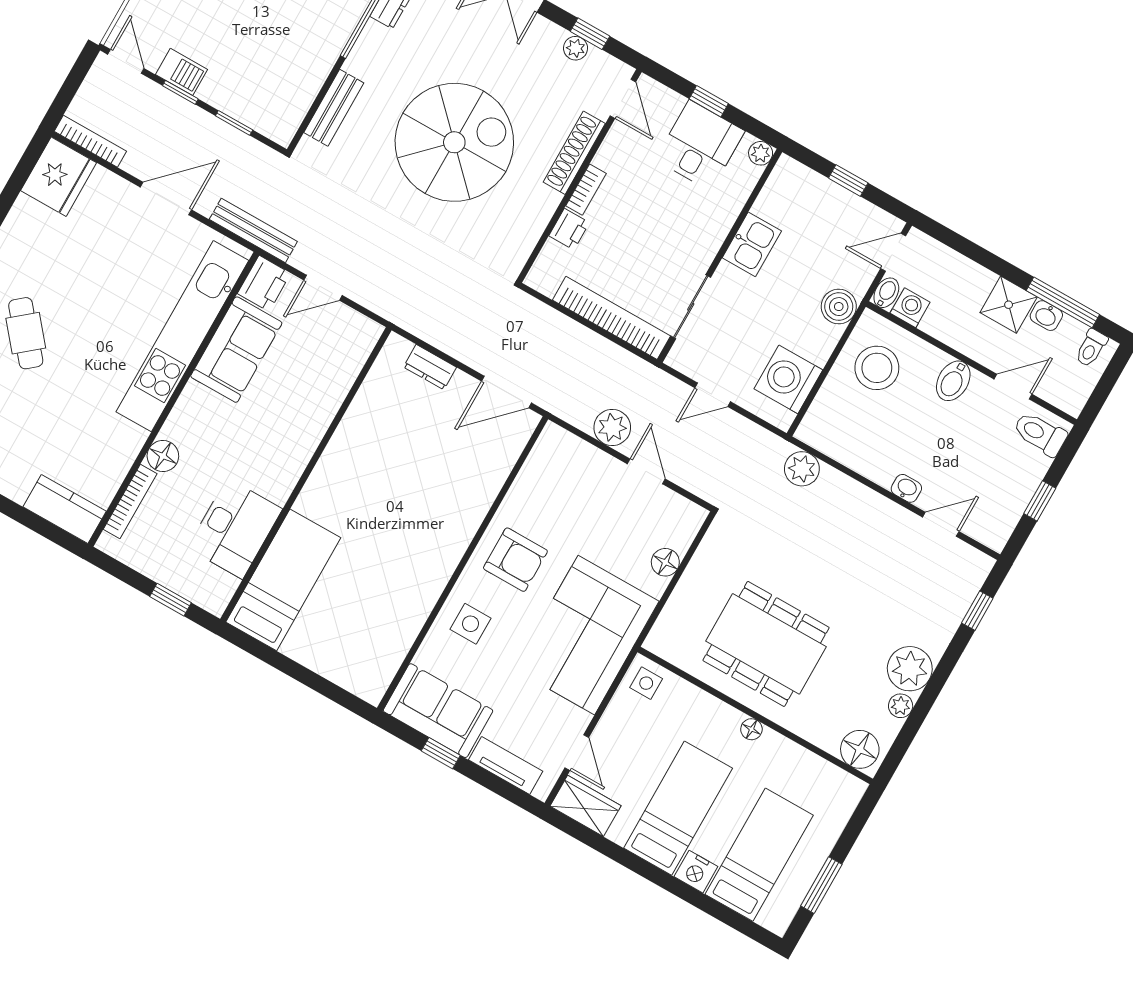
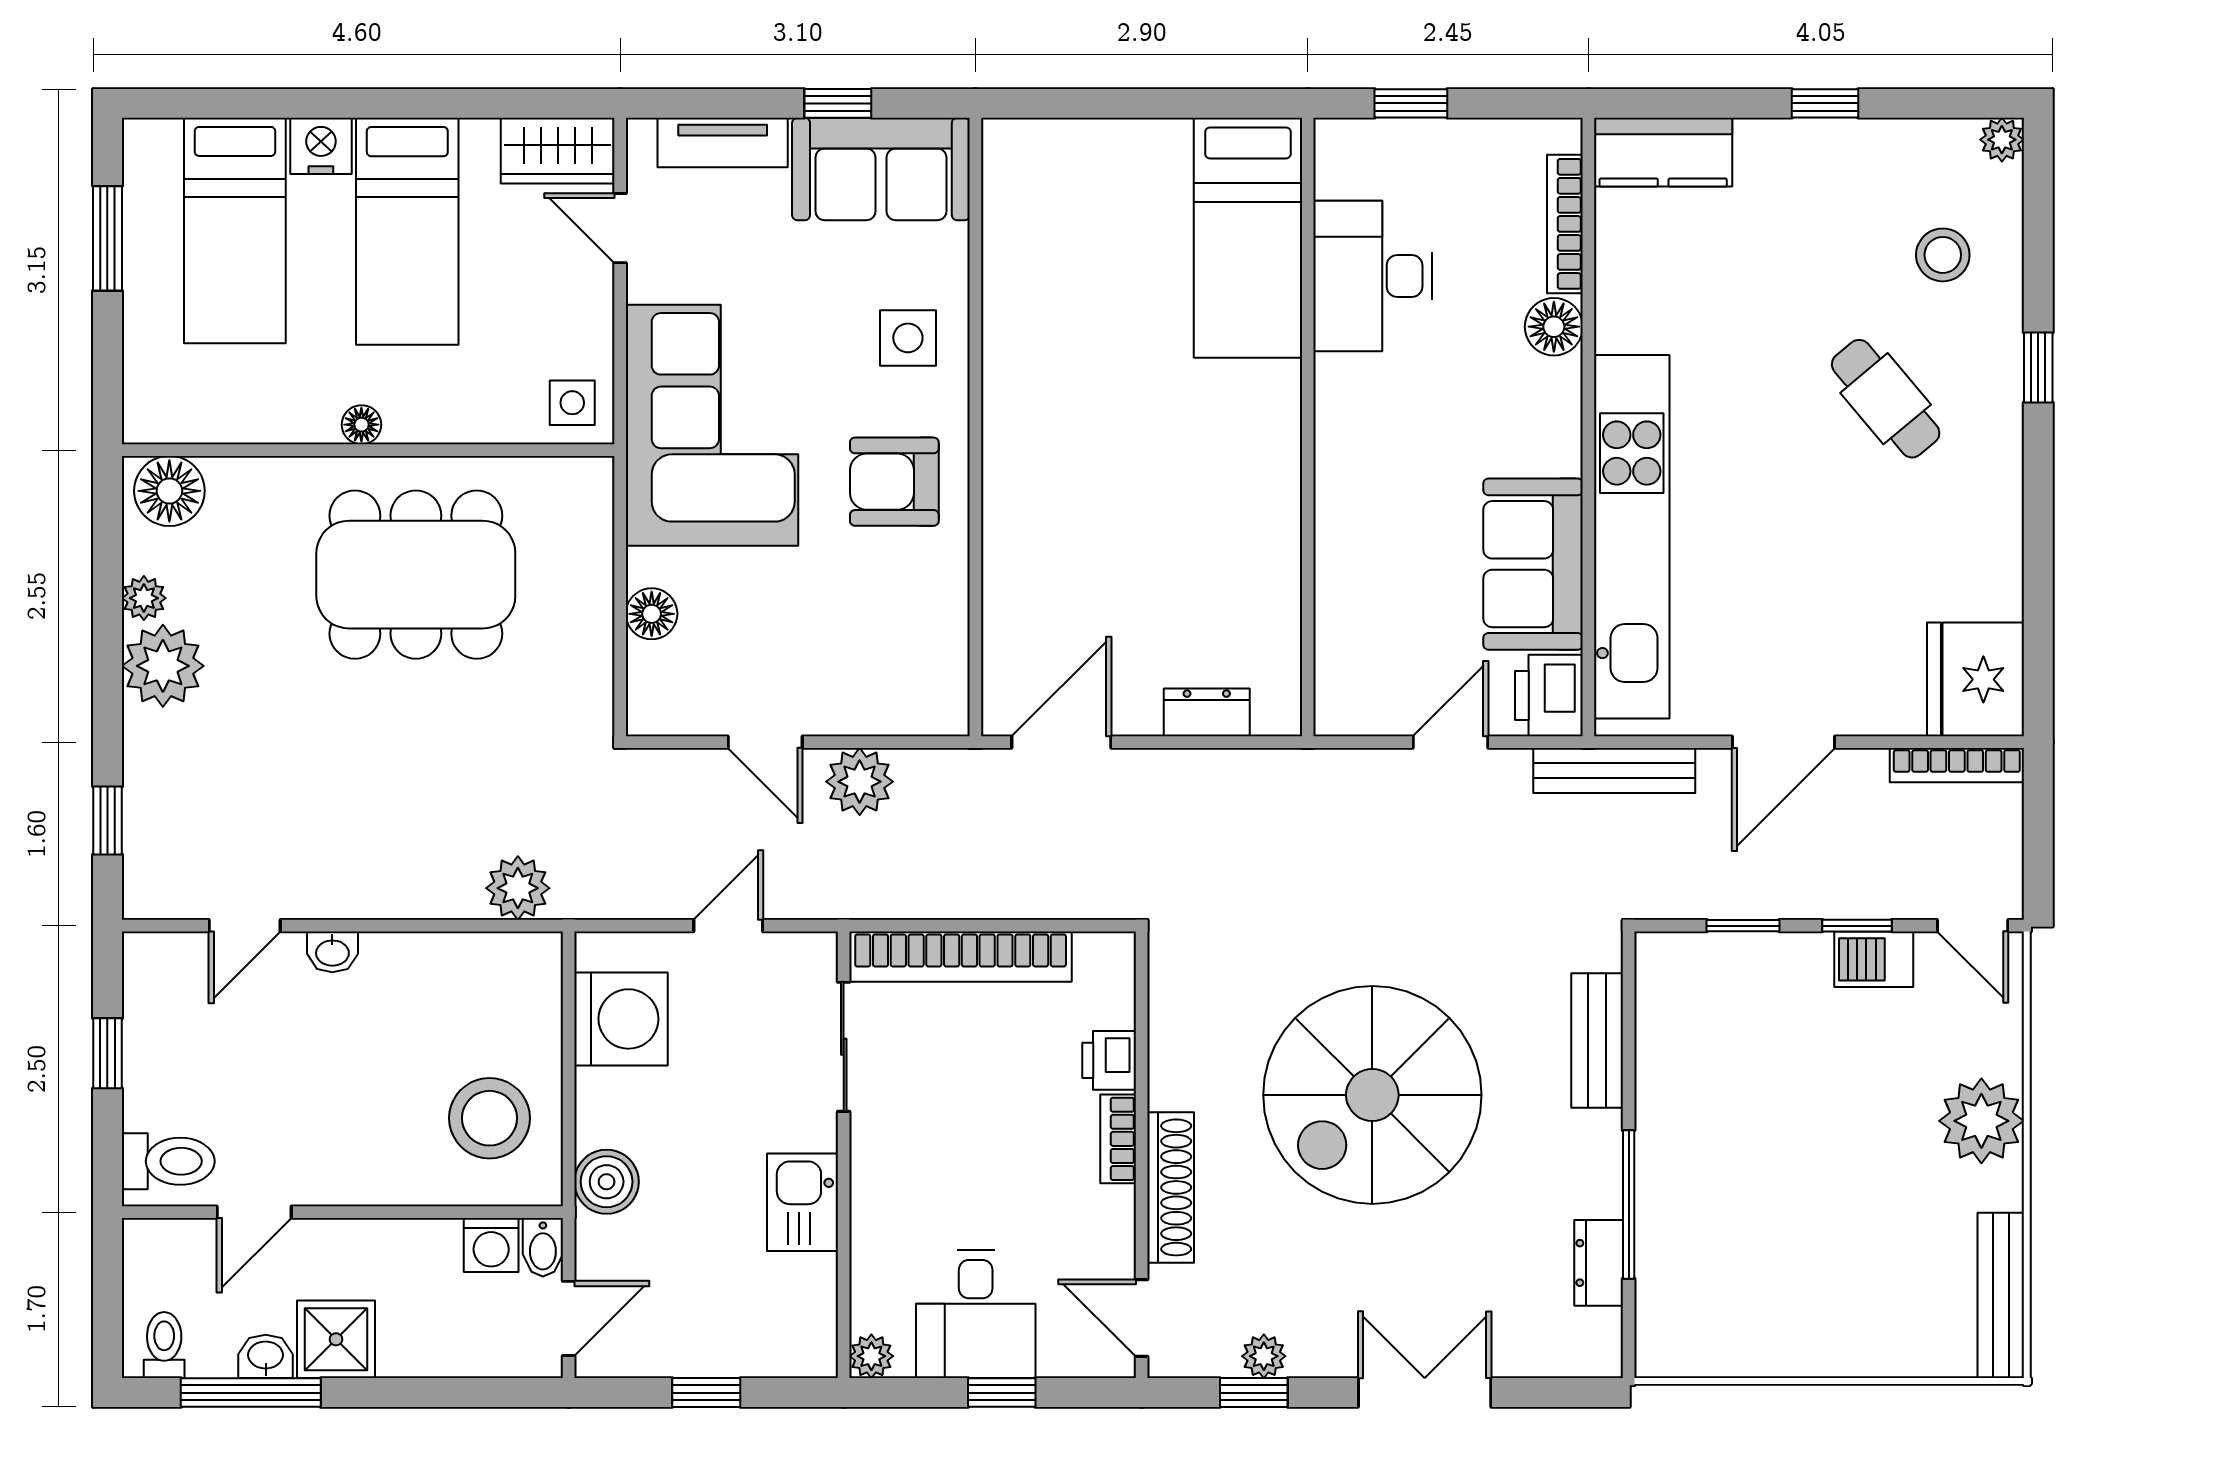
bidet: (953, 381) -> (355, 1167), removed

